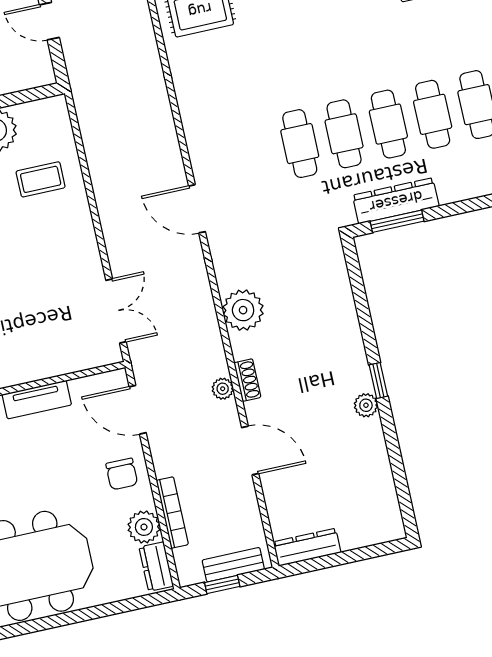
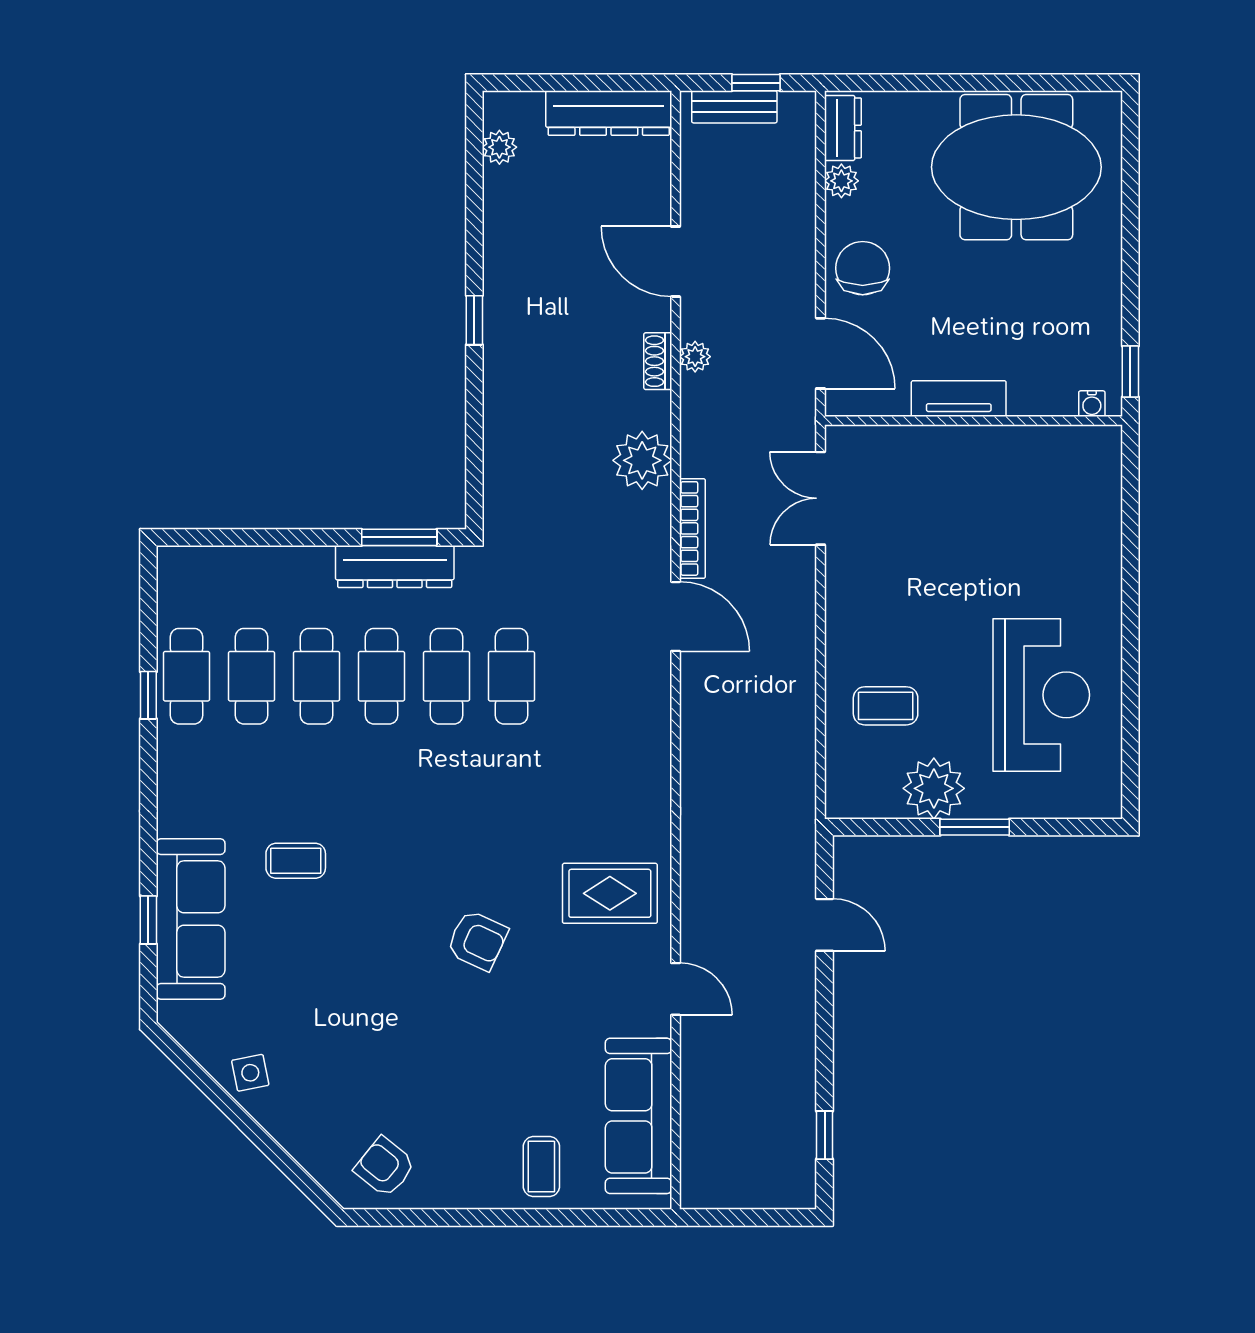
plant: (366, 405) -> (499, 147), moved
chair: (122, 474) -> (863, 268), width x1.37, depth x1.37
bookcase: (172, 512) -> (692, 528), moved, turned 180
plant: (144, 527) -> (841, 181), width x0.73, depth x0.73
dresser: (307, 547) -> (609, 113), width x1.37, depth x1.24

